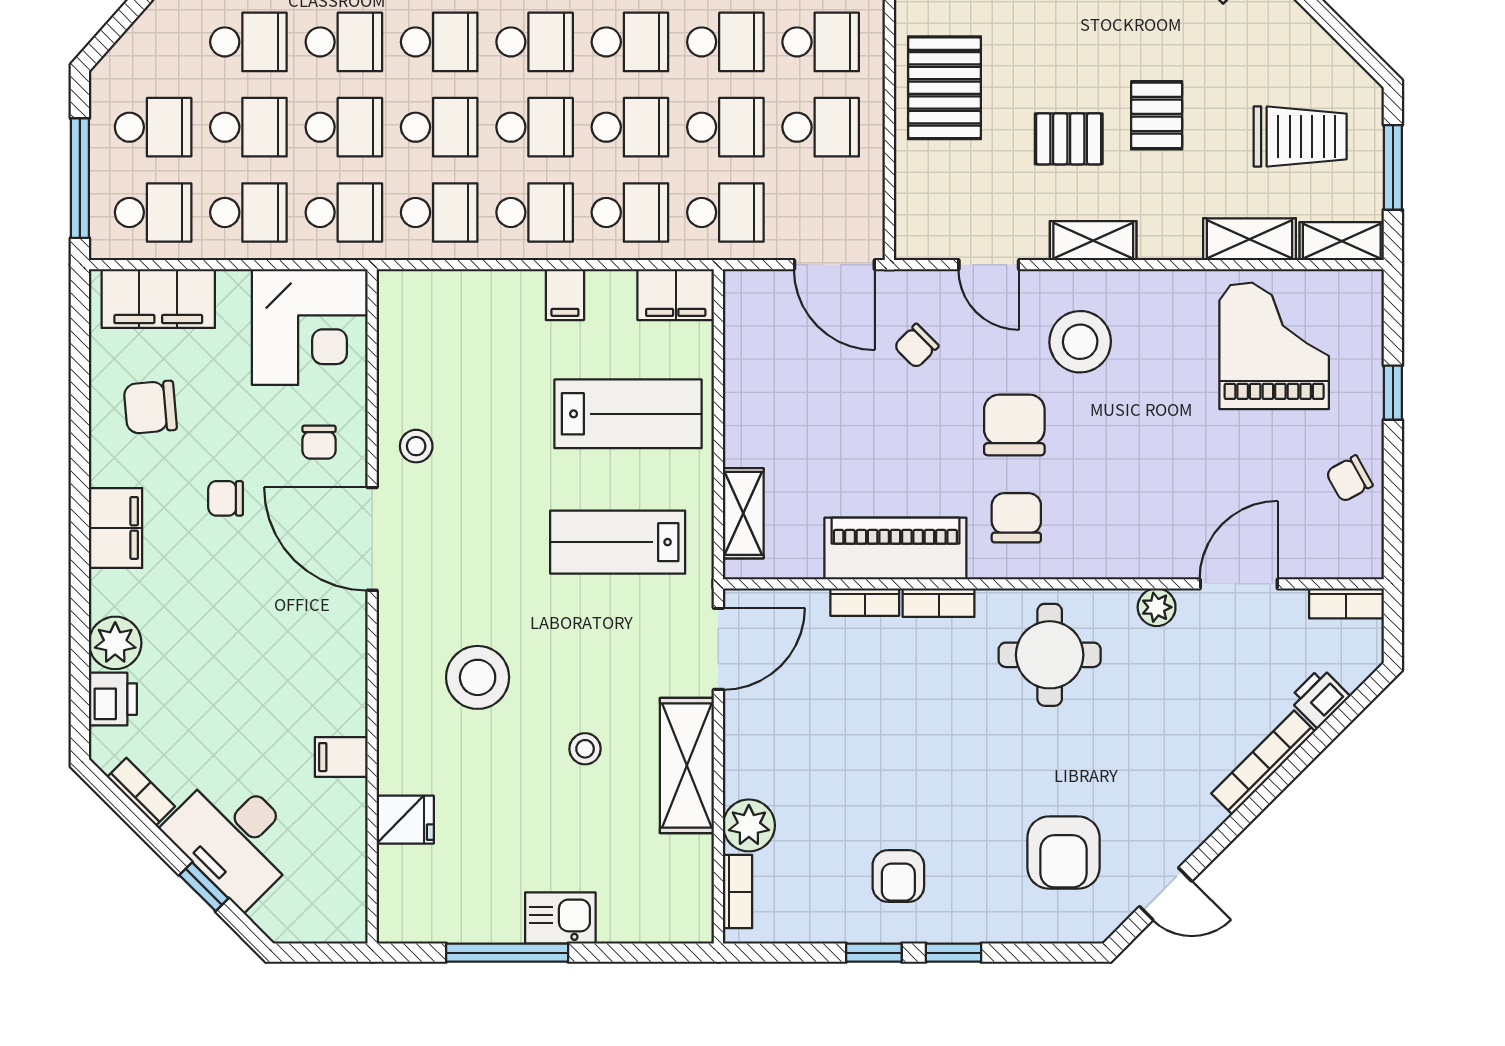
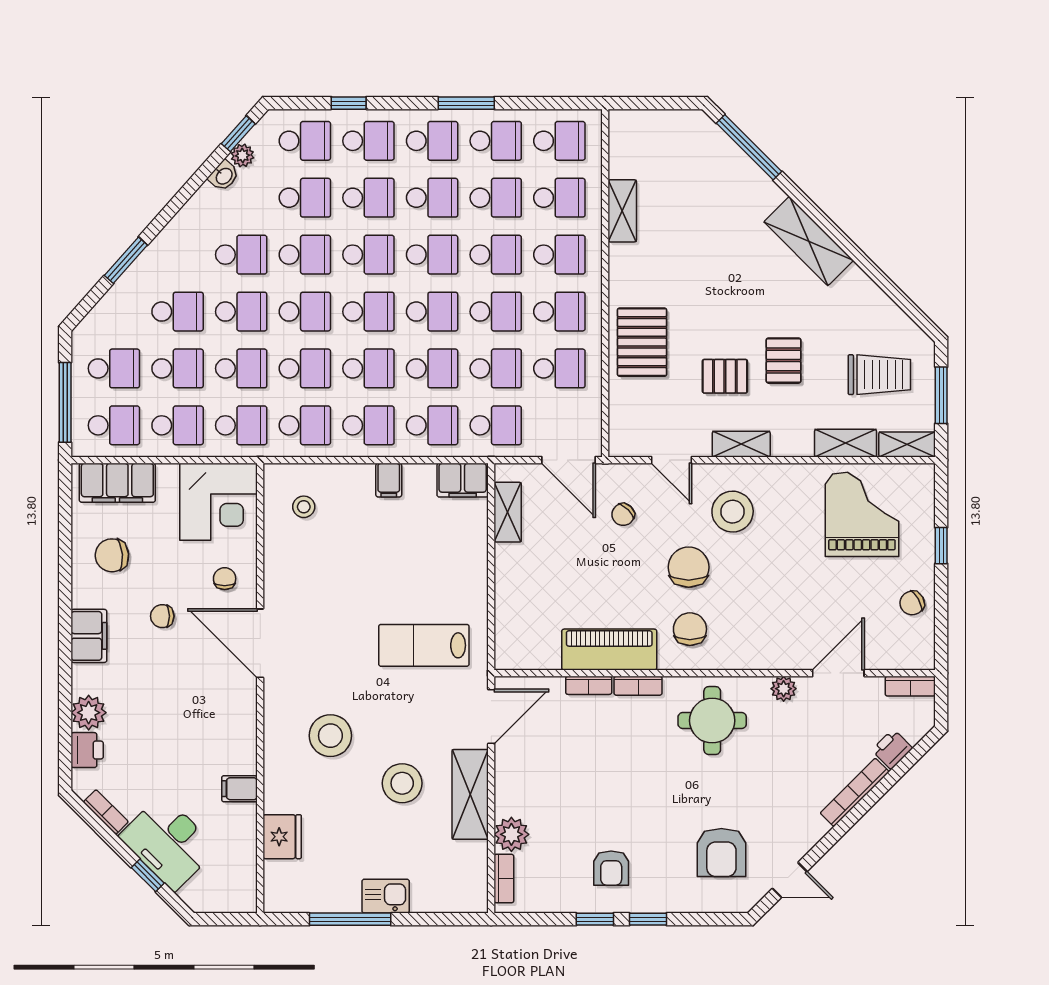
lab bench: (628, 414) -> (431, 560), removed
chair: (319, 442) -> (225, 579), turned 180
stool: (416, 446) -> (304, 507), moved
shelving: (743, 513) -> (508, 512), moved
stool: (585, 749) -> (402, 783), width x1.89, depth x1.89
fridge: (405, 820) -> (282, 837), width x1.38

